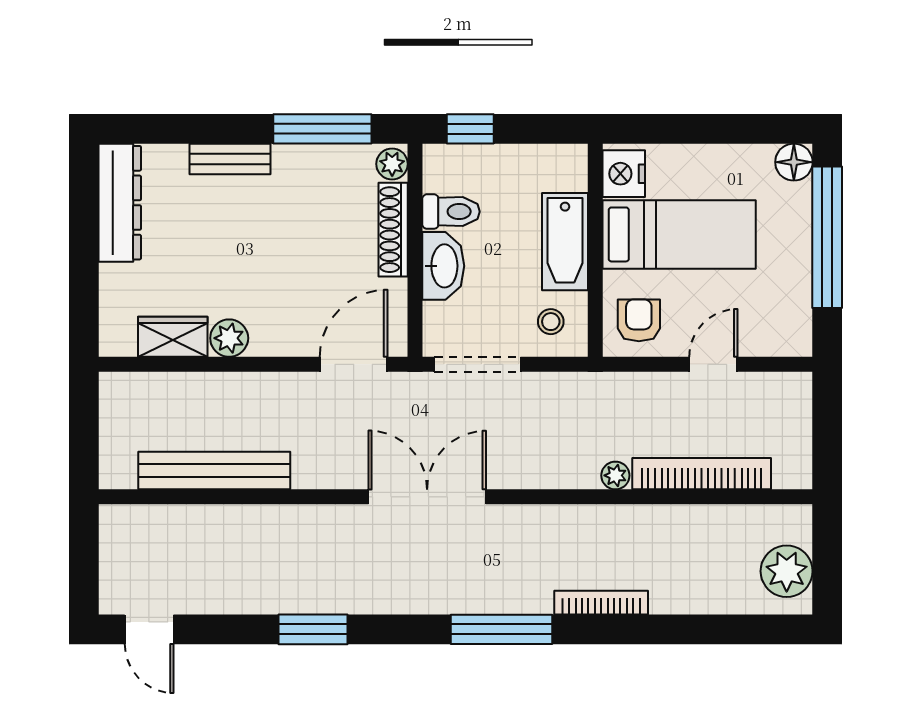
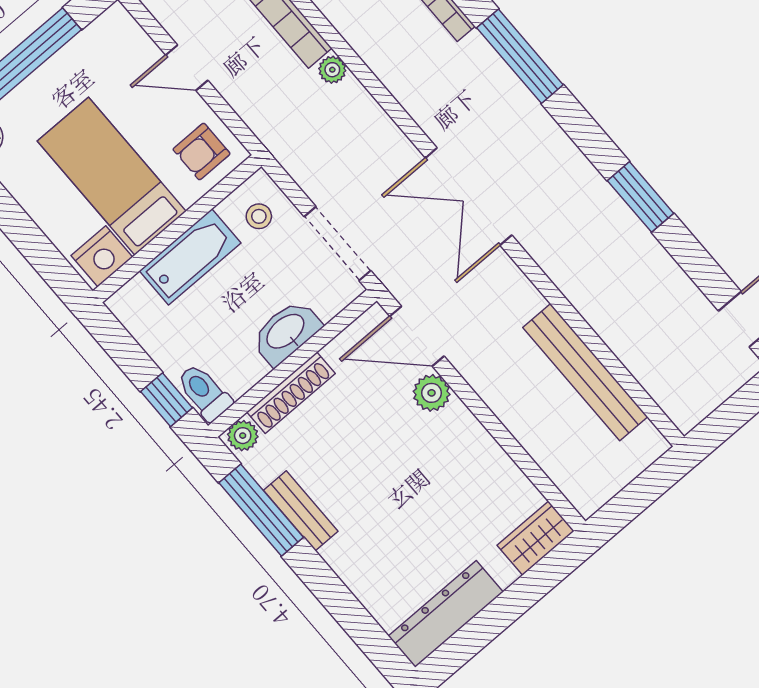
bench: (230, 159) -> (301, 511), moved
toilet: (451, 212) -> (204, 392), moved
wardrobe: (173, 337) -> (536, 538), moved, turned 90
plant: (229, 338) -> (432, 393), moved

